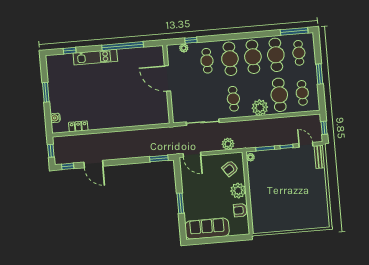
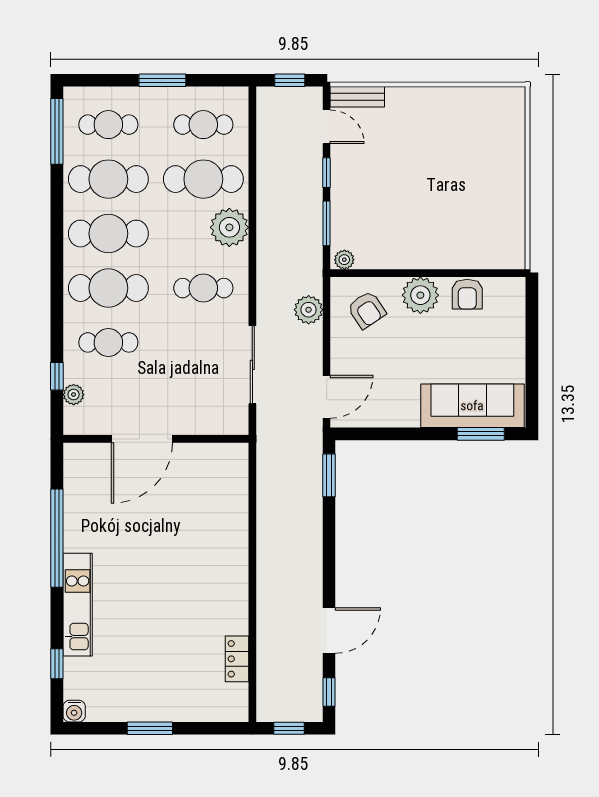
water cooler: (55, 118) -> (74, 711), moved
door: (306, 145) -> (327, 127), swing flipped
window: (180, 203) -> (481, 434), moved
sofa: (207, 229) -> (472, 406), moved, turned 90

